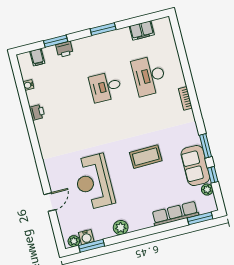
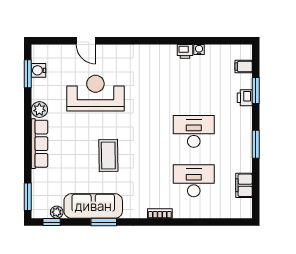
water cooler: (28, 85) -> (199, 50), moved
desk: (105, 87) -> (194, 131), width x1.37
sofa: (195, 166) -> (93, 206), width x1.36
window: (213, 175) -> (52, 222), moved
row of seats: (175, 214) -> (40, 144), moved
plant: (74, 241) -> (38, 56), removed

